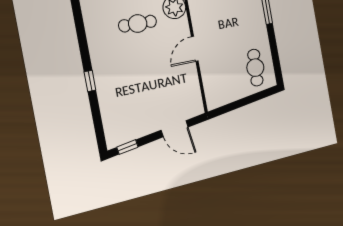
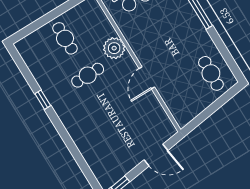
window: (90, 81) -> (43, 100), moved

